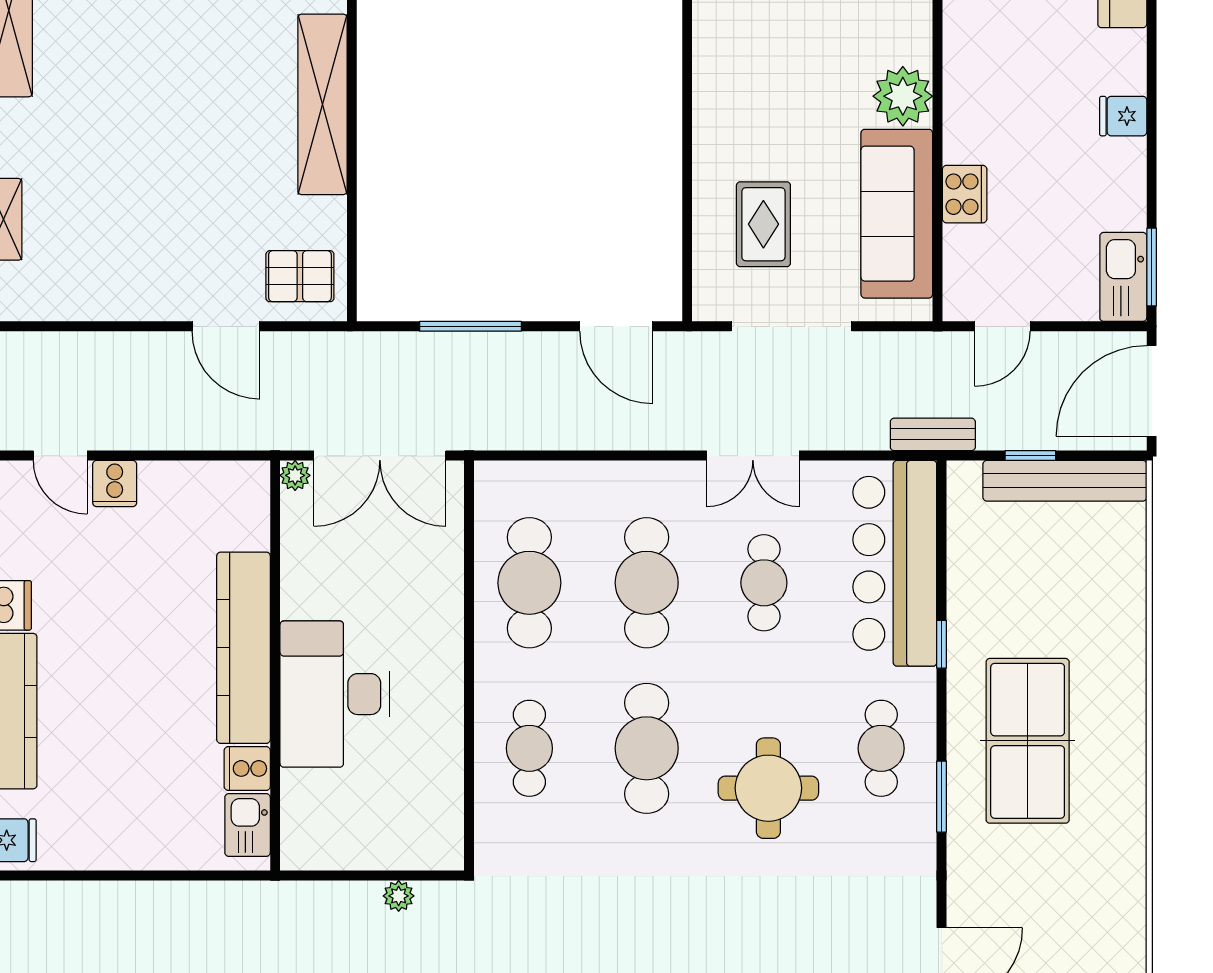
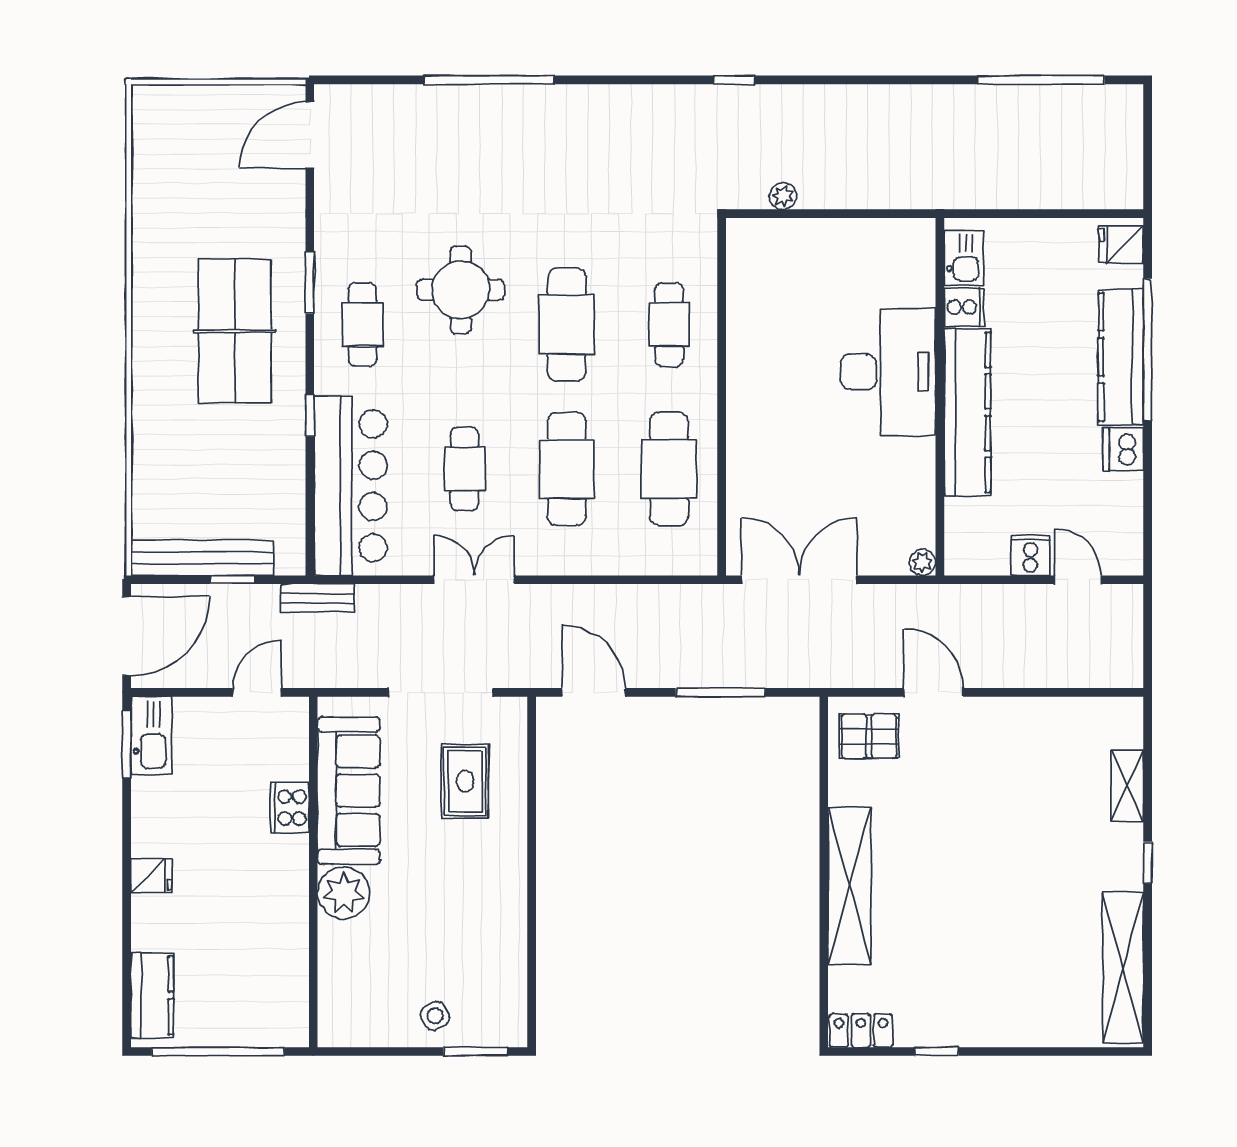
plant: (295, 475) -> (922, 562), moved
kitchen counter: (244, 648) -> (967, 412), moved
wall: (275, 666) -> (940, 397), moved
desk: (335, 694) -> (888, 372), moved
cooker: (247, 768) -> (964, 307), moved
kitchen sink: (248, 825) -> (964, 258), moved

